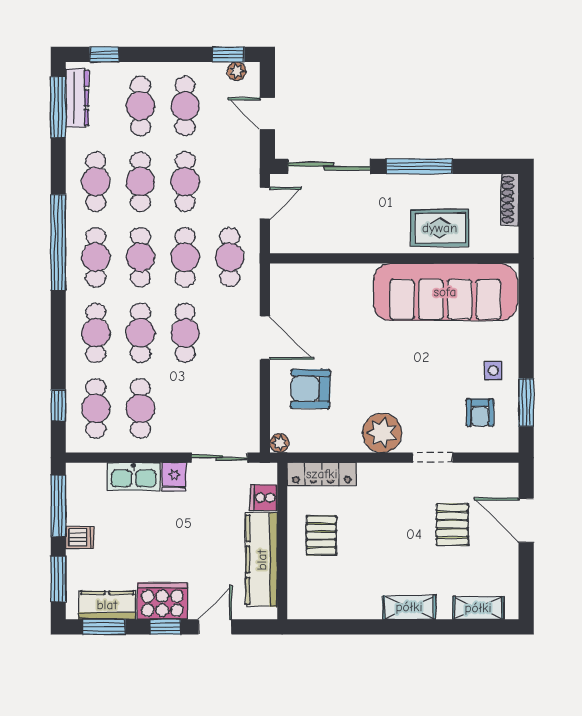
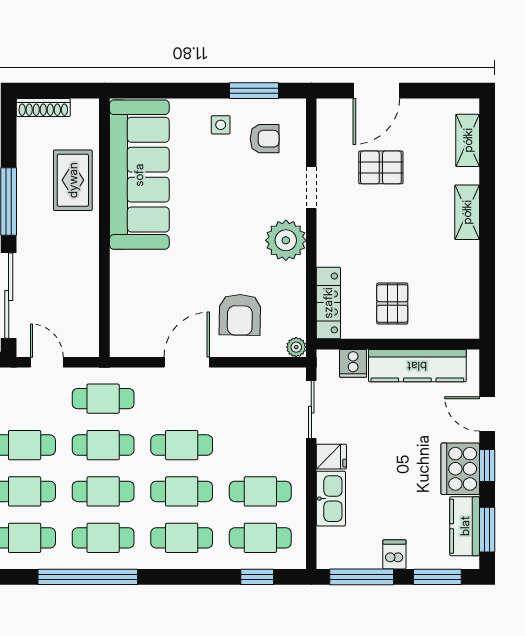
pallet: (321, 535) -> (392, 303), turned 90

